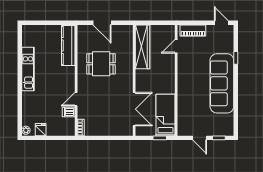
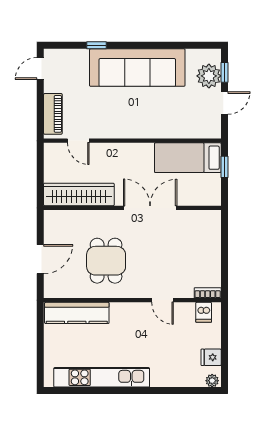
kitchen unit: (28, 69) -> (102, 377), width x1.36
double door: (134, 109) -> (150, 208), moved
dishwasher: (69, 112) -> (204, 312), moved
plant: (217, 128) -> (209, 76), added

